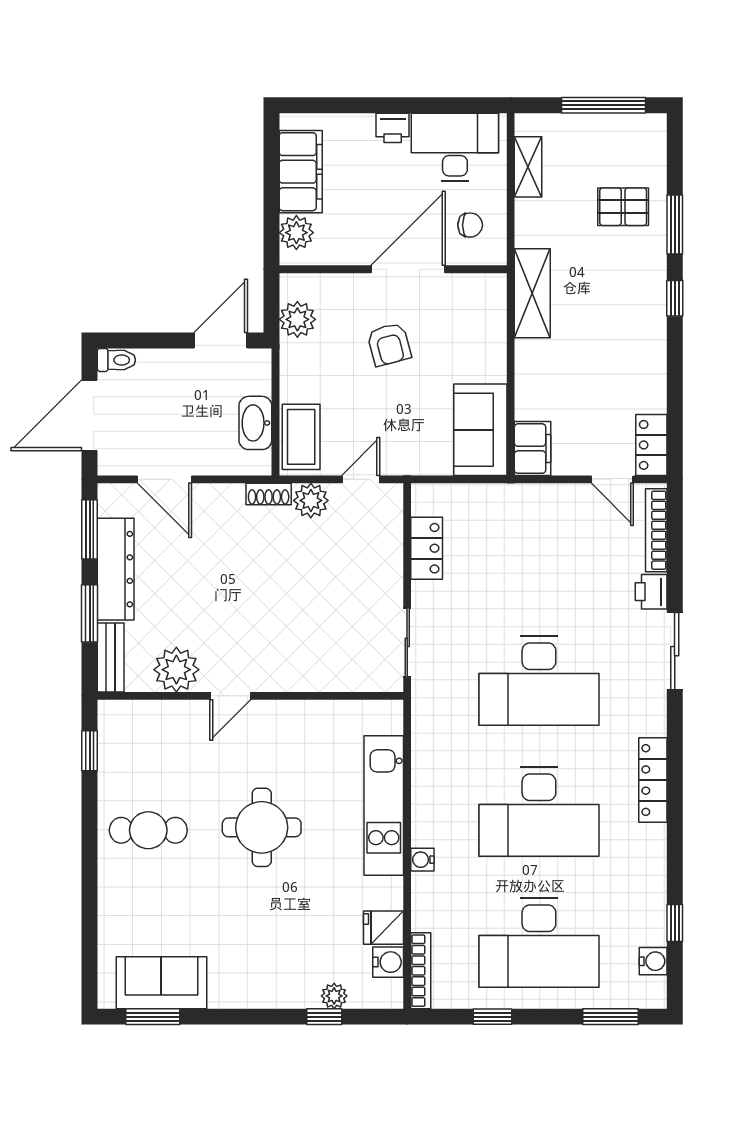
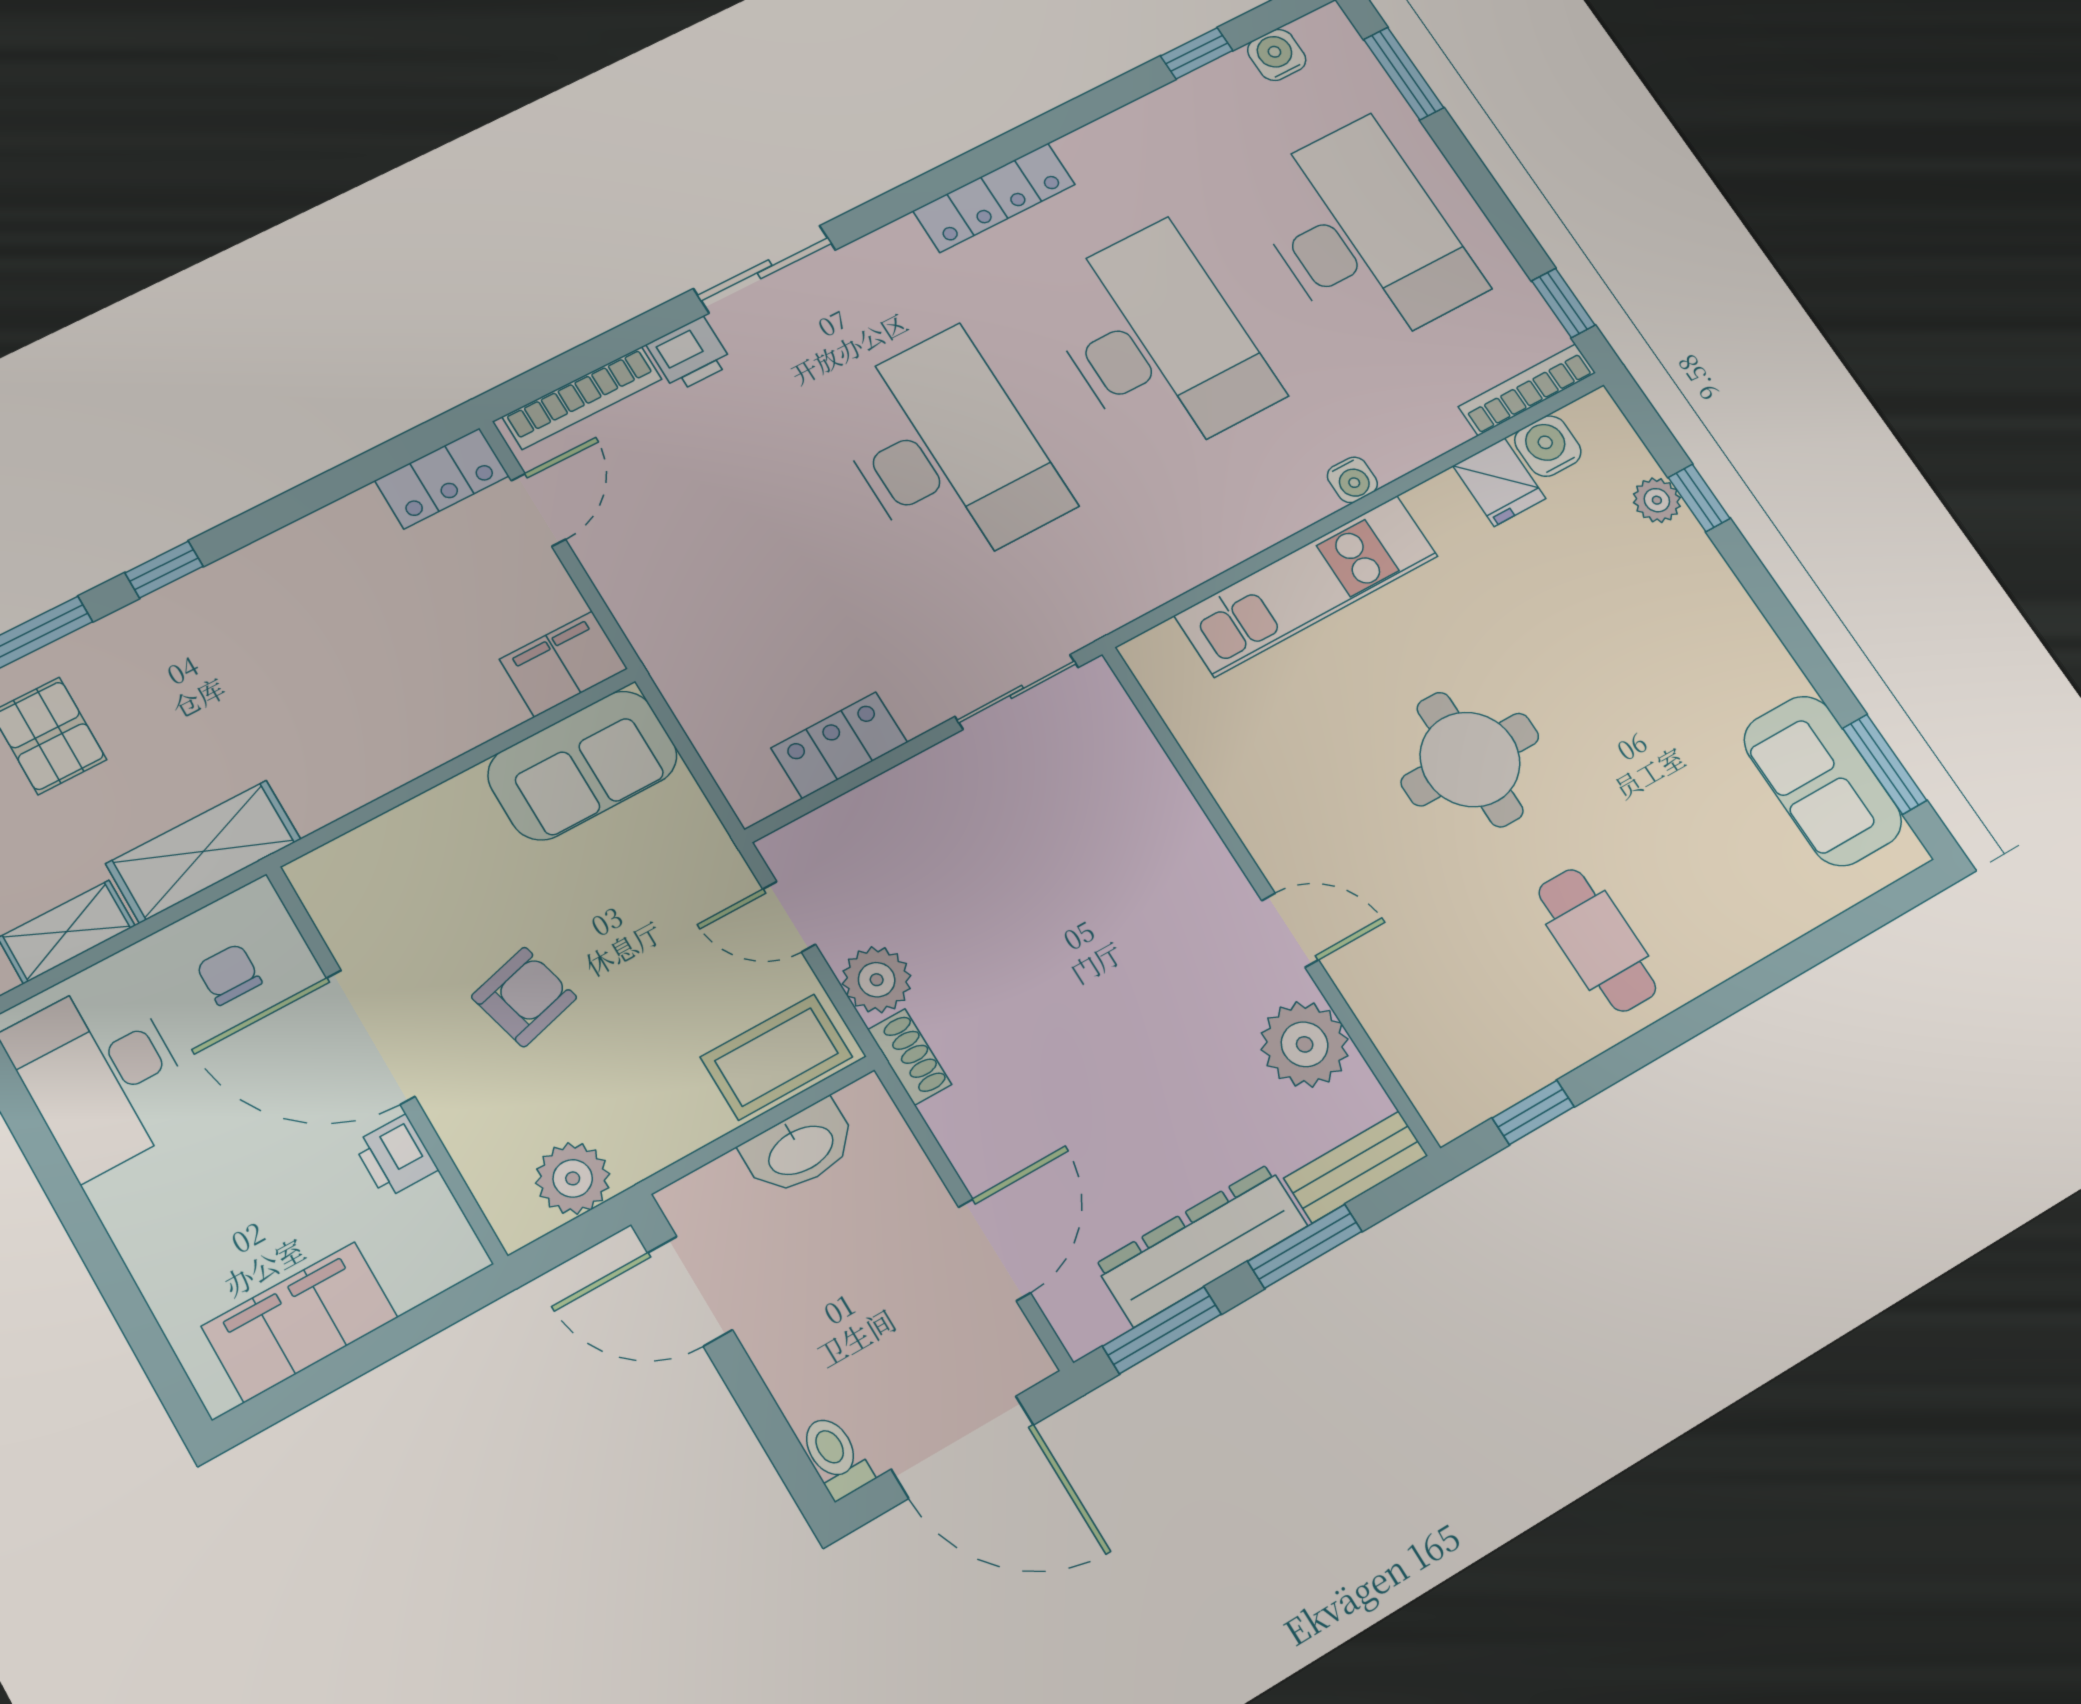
printer: (393, 128) -> (396, 1156), moved, turned 180
plant: (296, 233) -> (416, 1267), removed
shelving: (532, 293) -> (203, 851), moved
window: (493, 1017) -> (1563, 303), moved

